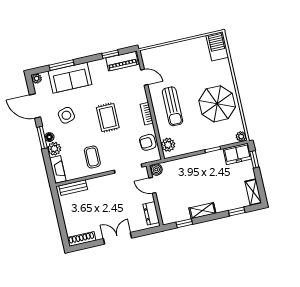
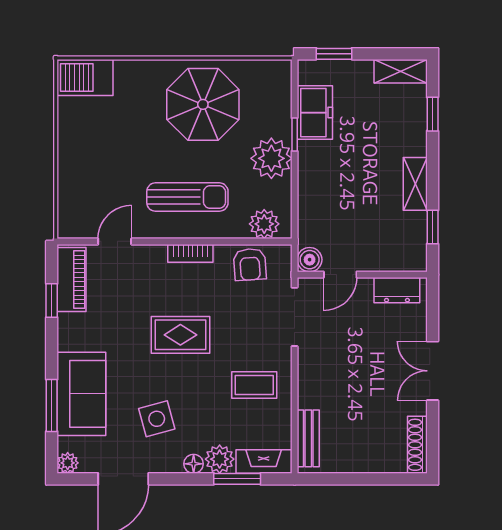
plant: (241, 136) -> (271, 158), moved, width x1.88, depth x1.88
window: (42, 138) -> (237, 479), moved
freezer: (237, 154) -> (315, 113), moved

